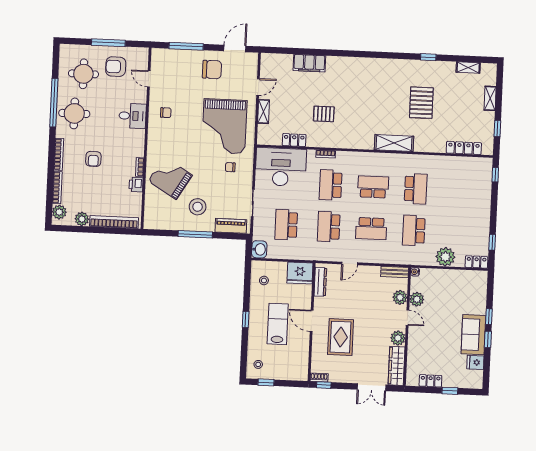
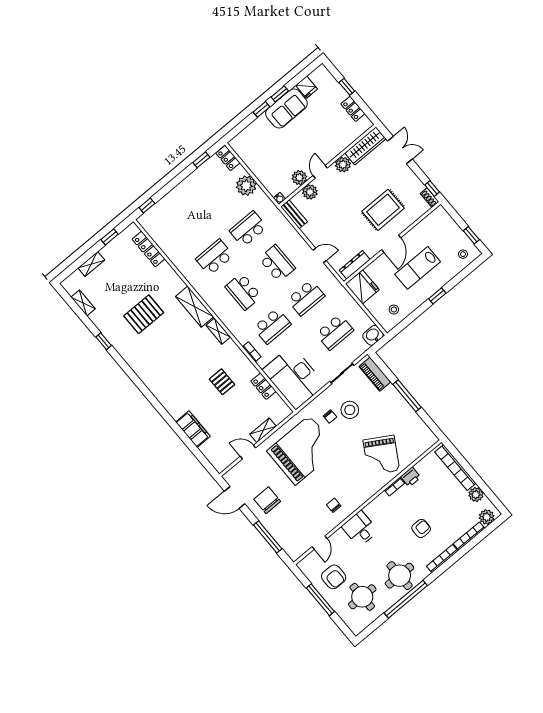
shelving: (362, 144) -> (218, 331), added
stool: (198, 207) -> (350, 410), moved
school desk: (414, 230) -> (248, 229), turned 180

